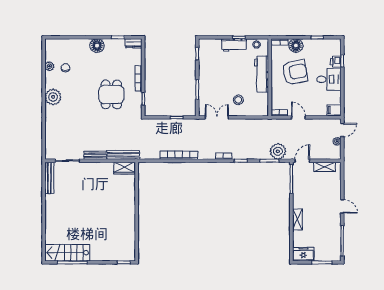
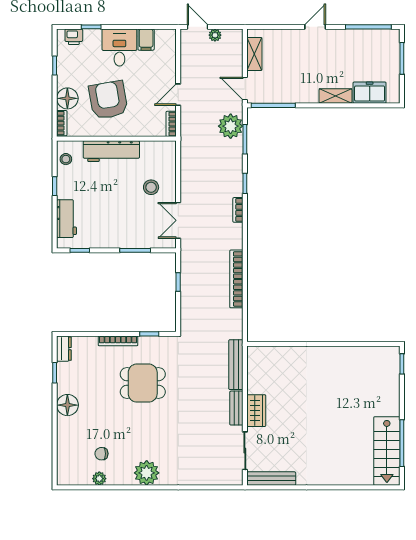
workbench: (234, 45) -> (67, 219), moved
printer: (336, 62) -> (74, 37), moved
filing cabinet: (334, 110) -> (146, 40), moved
wardrobe: (124, 168) -> (256, 411), moved
freezer: (303, 254) -> (370, 93), moved, turned 90

